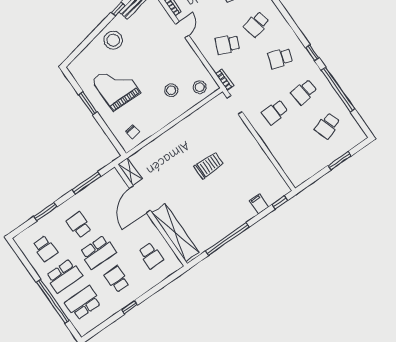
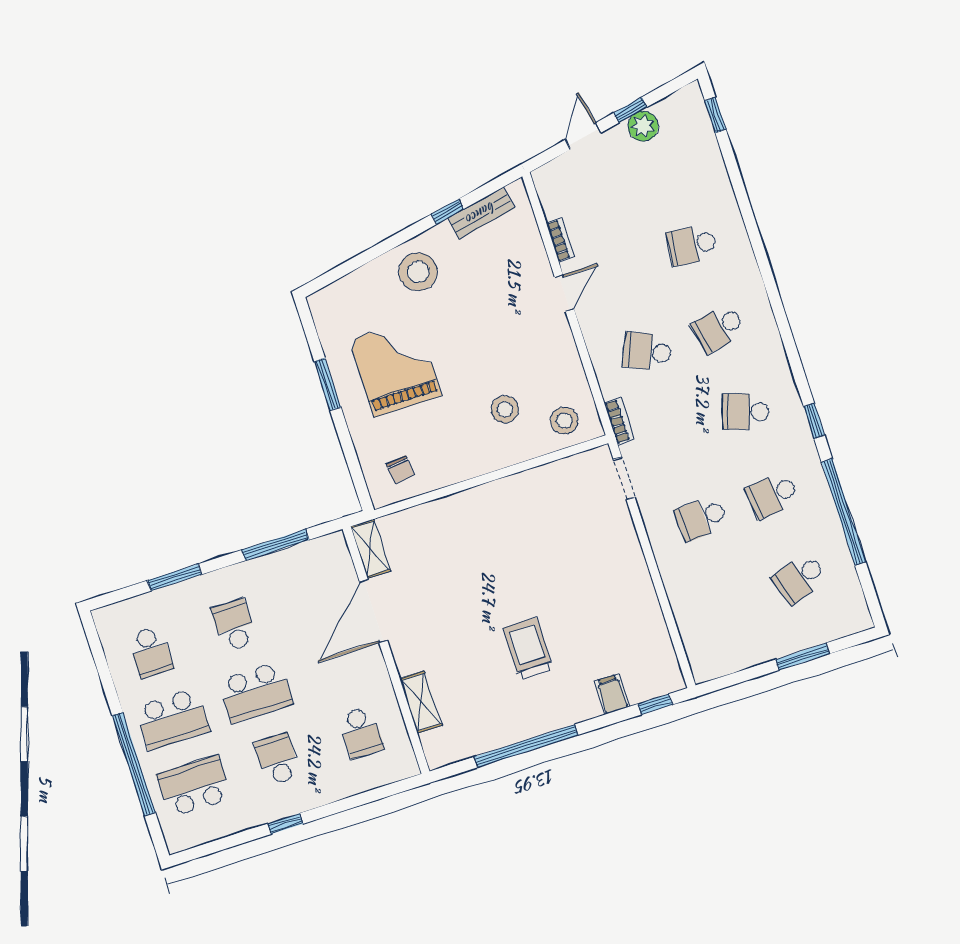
trolley: (209, 165) -> (528, 648), moved, turned -90
shelving: (175, 233) -> (421, 702), width x0.45, depth x0.75

